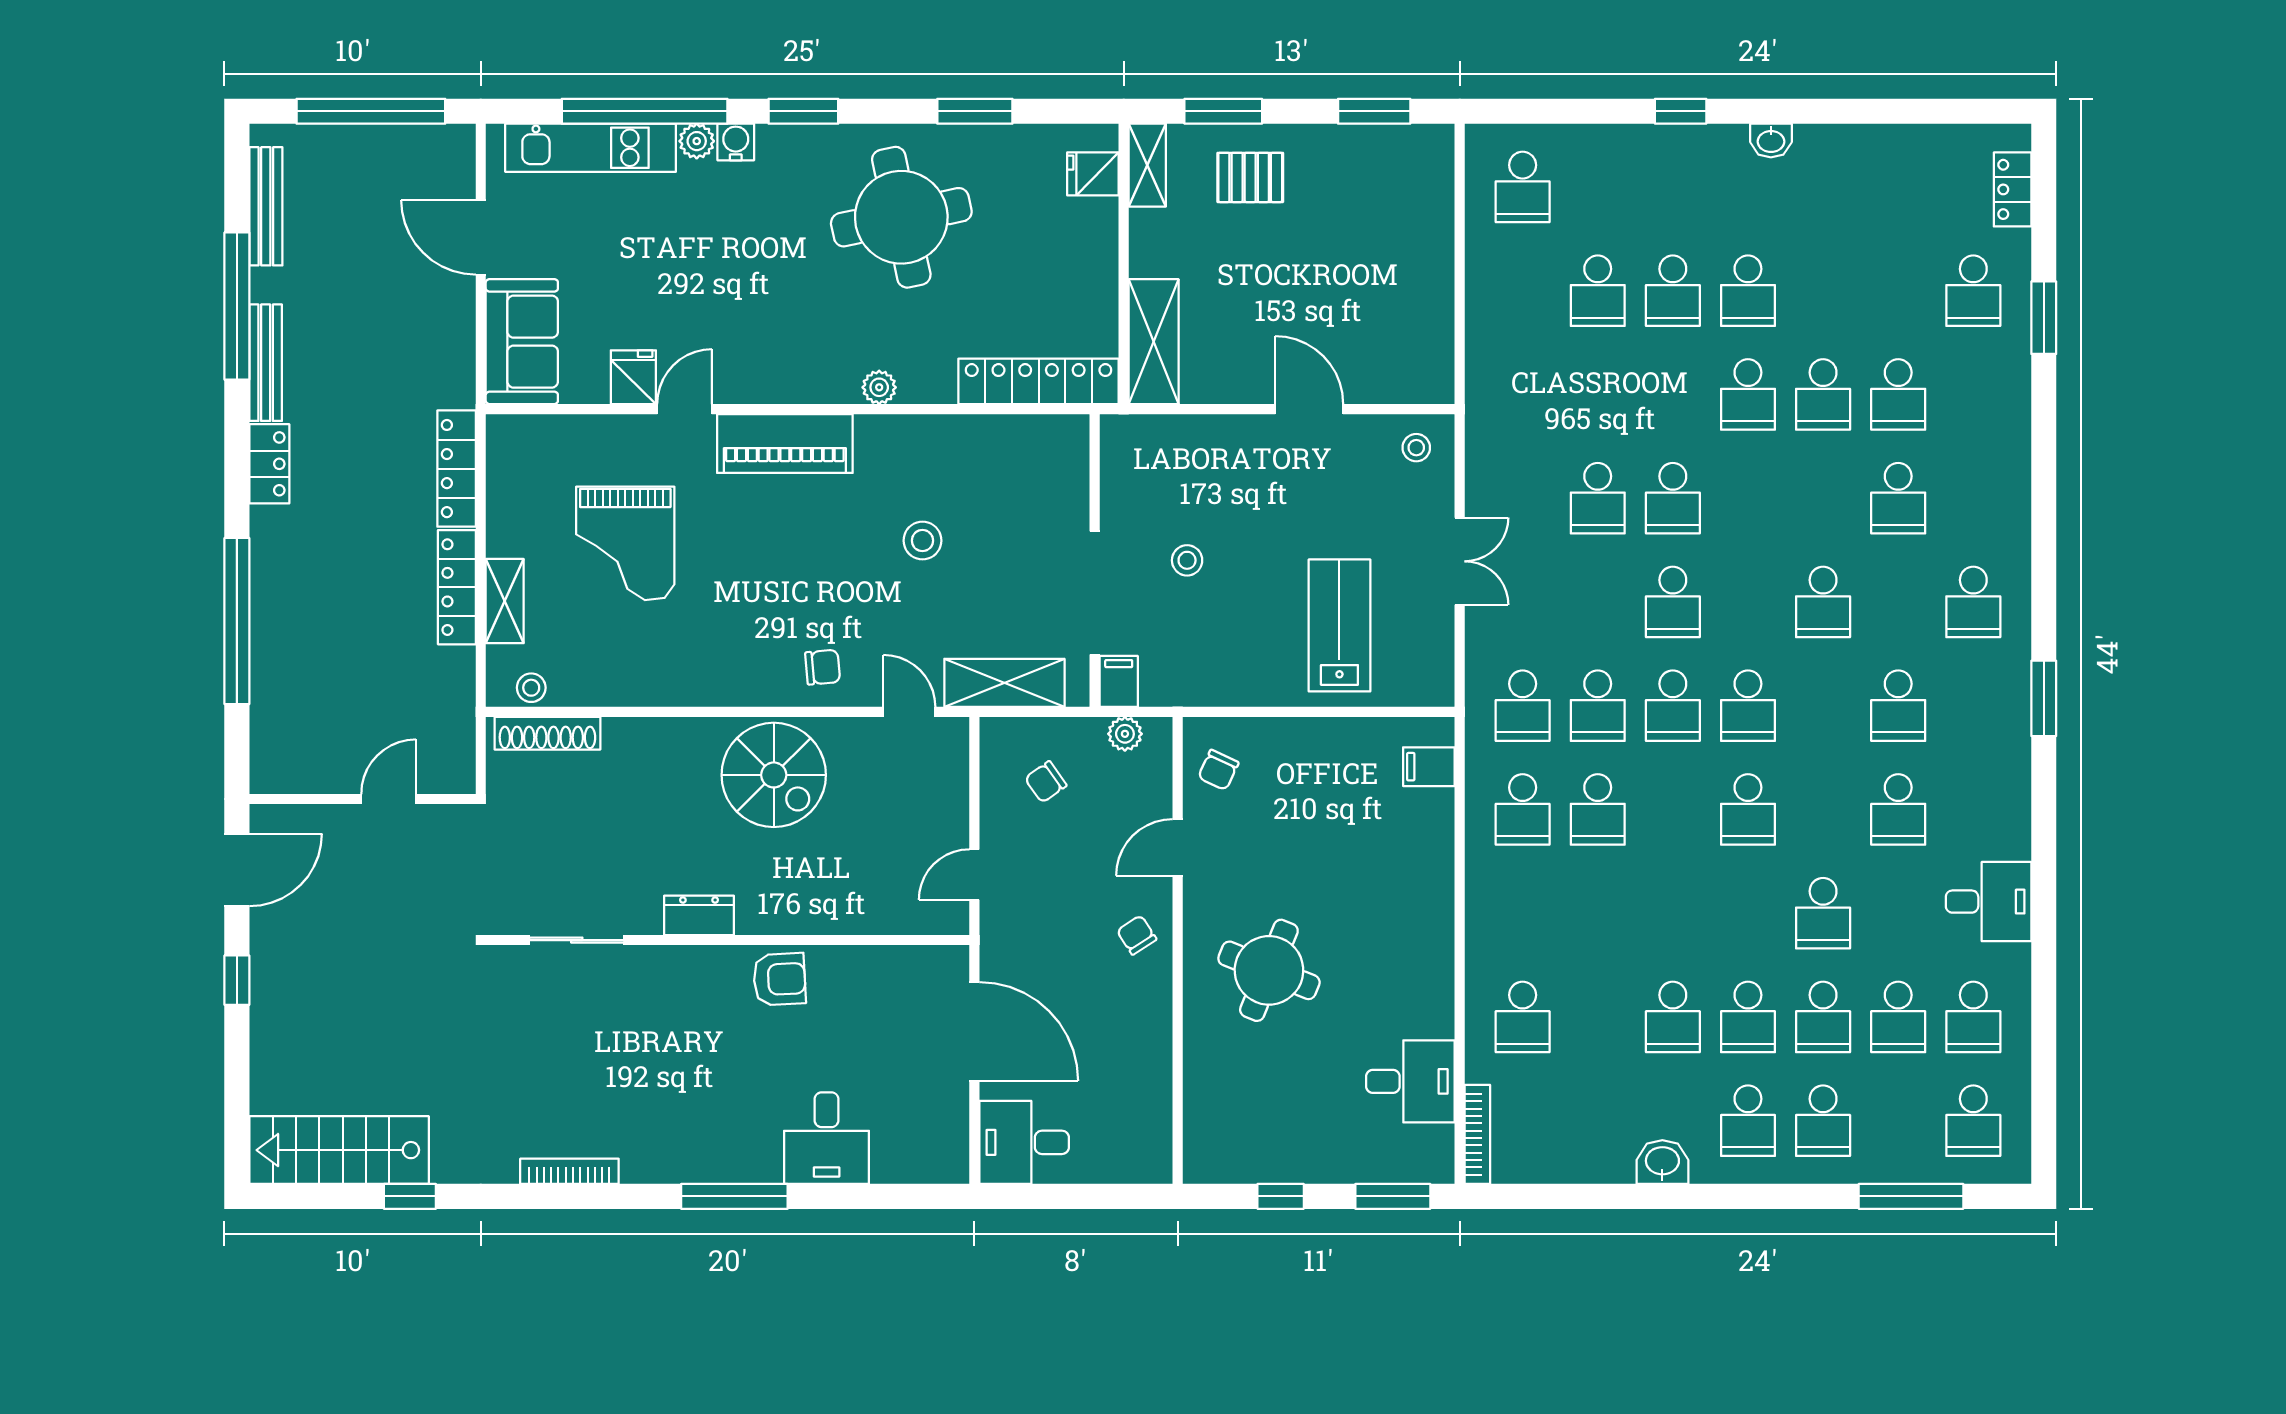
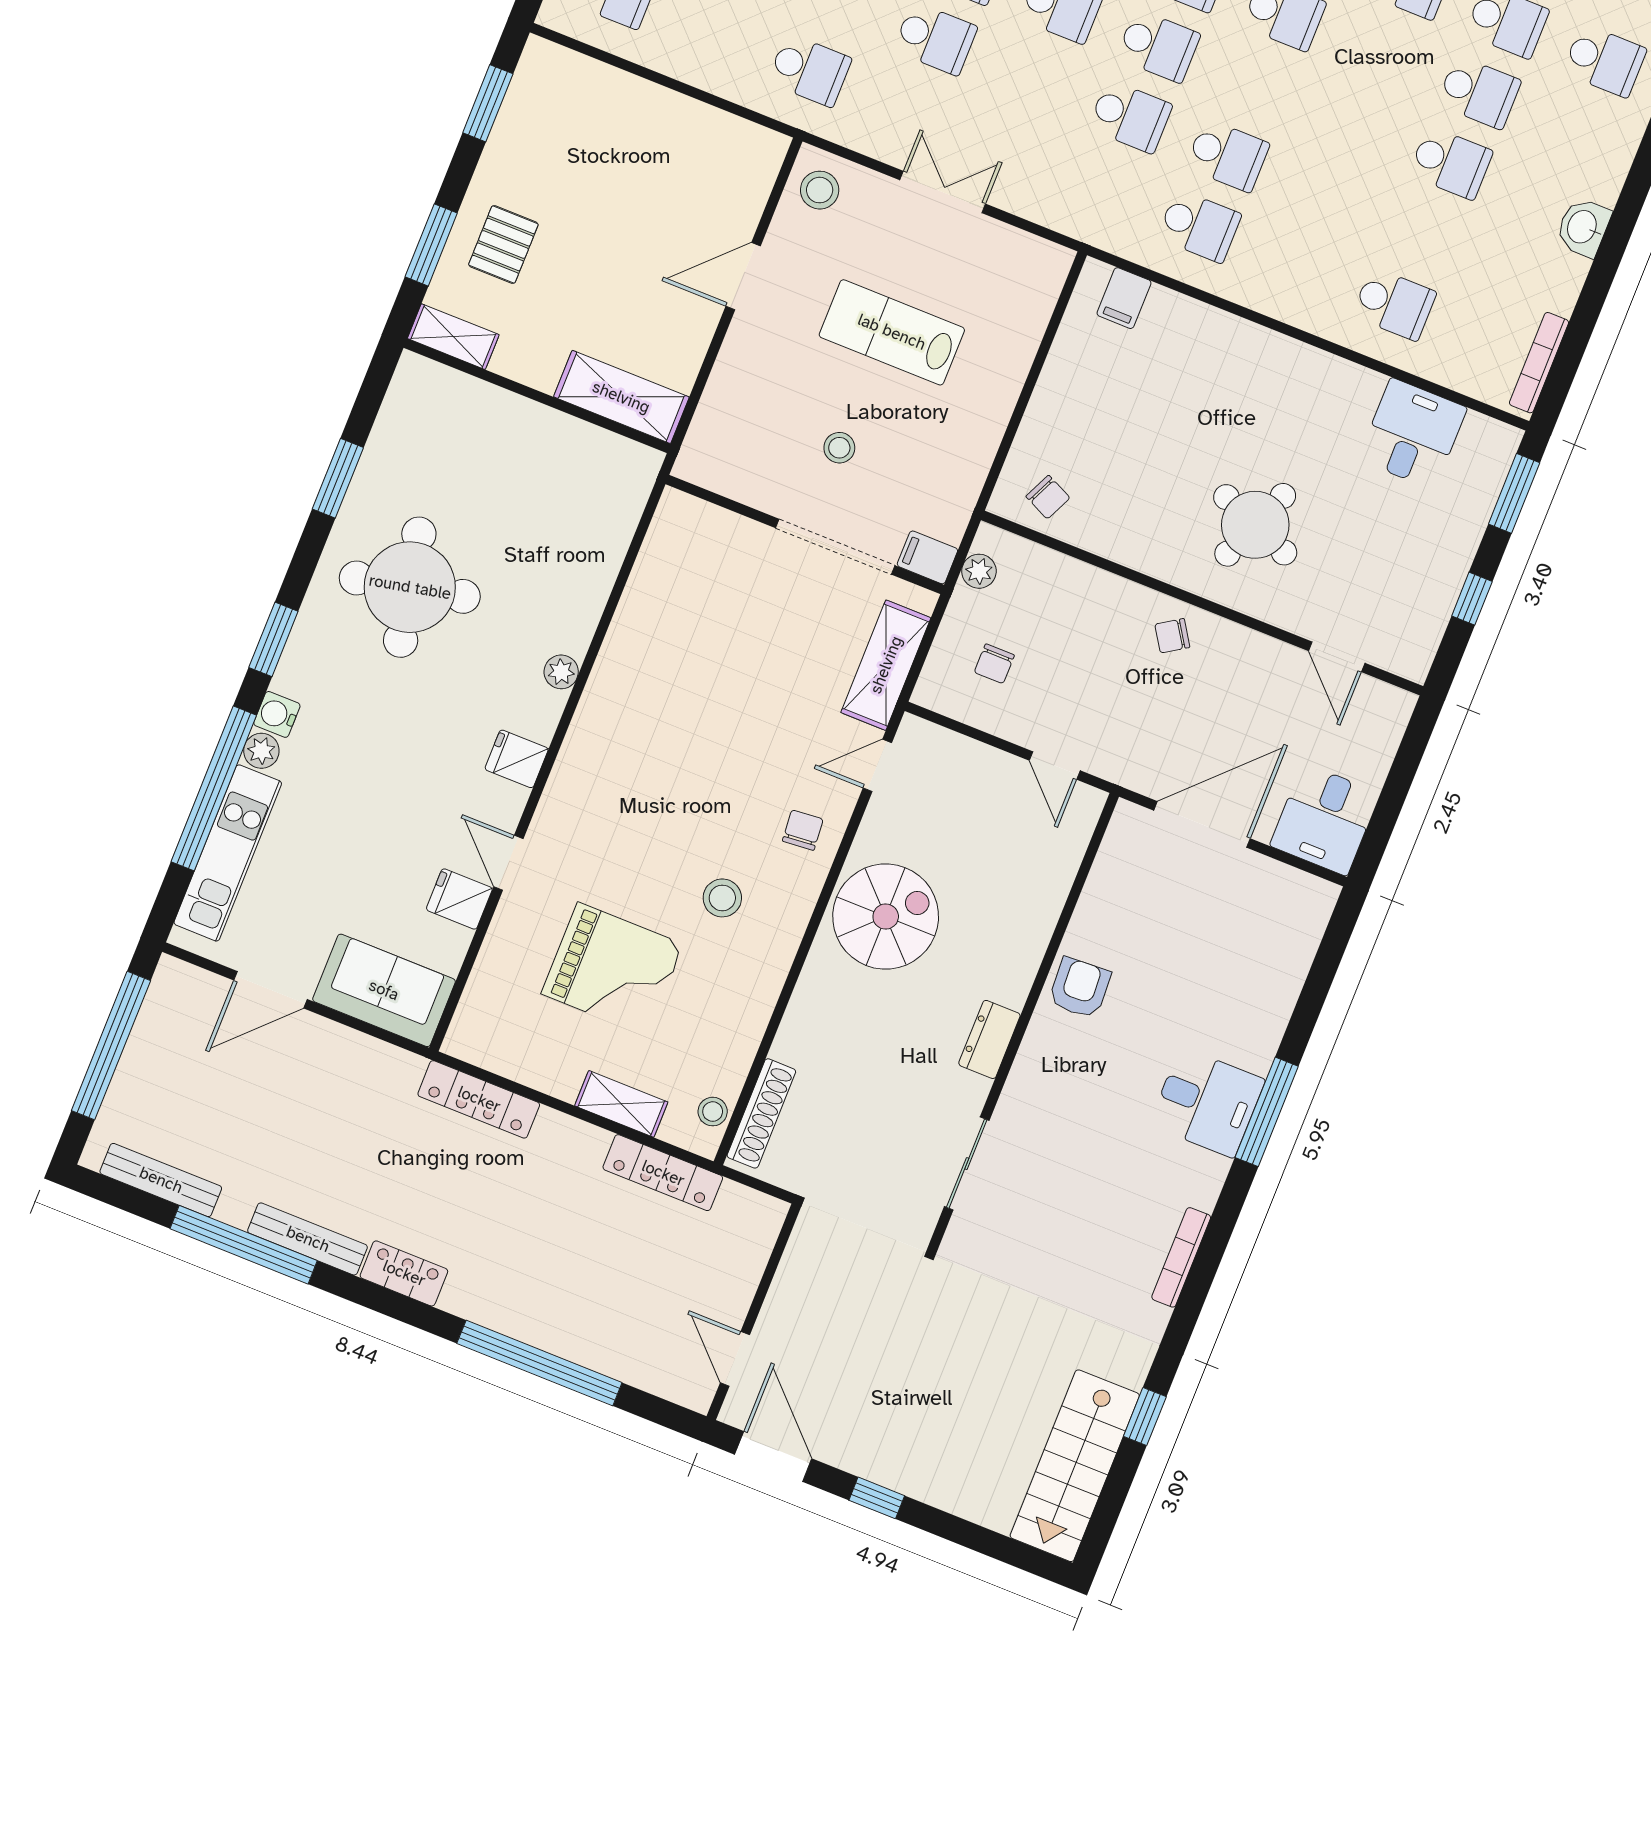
fridge: (1093, 174) -> (517, 759), moved, turned 90
locker: (1039, 381) -> (616, 520), removed
piano: (785, 444) -> (579, 782), removed
stool: (1416, 448) -> (820, 190), width x1.37, depth x1.37
stool: (922, 541) -> (722, 898), moved
locker: (457, 587) -> (663, 1173), moved
lab bench: (1339, 625) -> (892, 332), moved
school desk: (1523, 706) -> (810, 70), moved
chair: (1046, 782) -> (994, 664), turned 35
door: (389, 799) -> (735, 1359), moved
door: (1178, 847) -> (1337, 657), moved
school desk: (1748, 1121) -> (1576, 131), removed
bookcase: (1477, 1134) -> (1539, 363), moved, turned -90
desk: (827, 1138) -> (1207, 1102), moved

